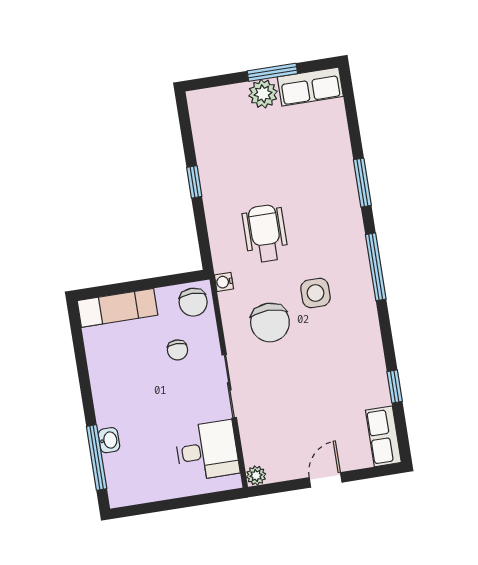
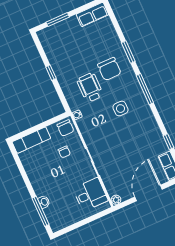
window: (272, 72) -> (58, 20), moved
plant: (263, 94) -> (72, 24), removed
chair: (270, 322) -> (109, 69), moved
door: (326, 480) -> (148, 193), width x1.87

